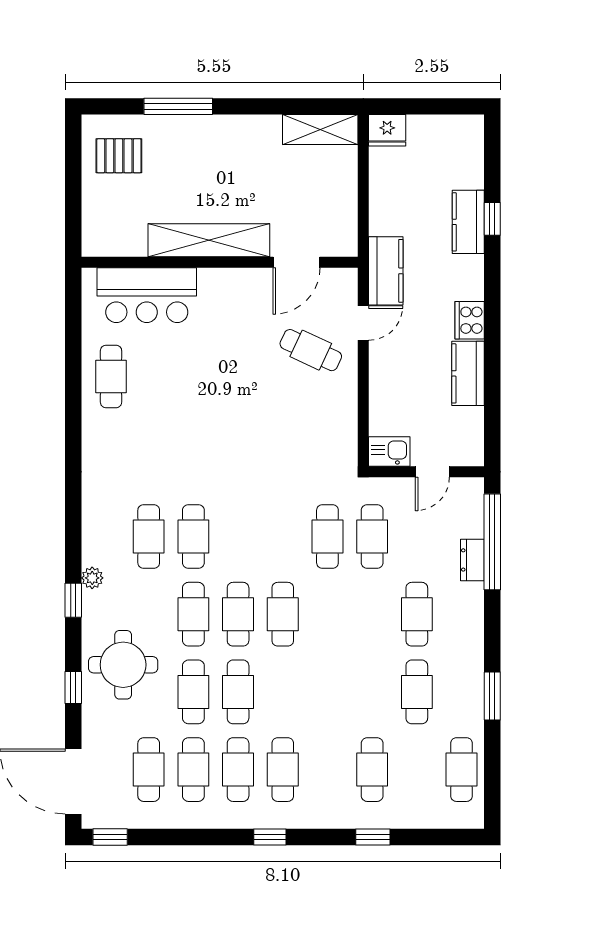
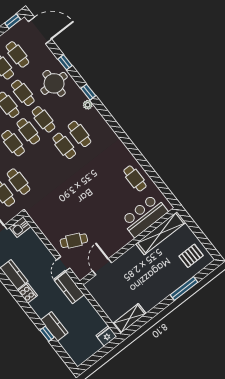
shelving: (209, 240) -> (161, 233), moved

